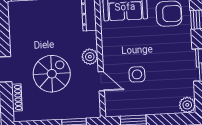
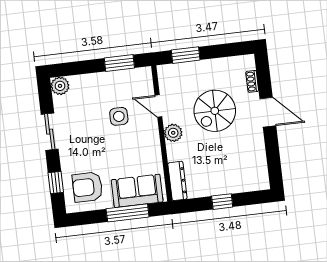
shoe rack: (17, 98) -> (252, 81), width x0.70

